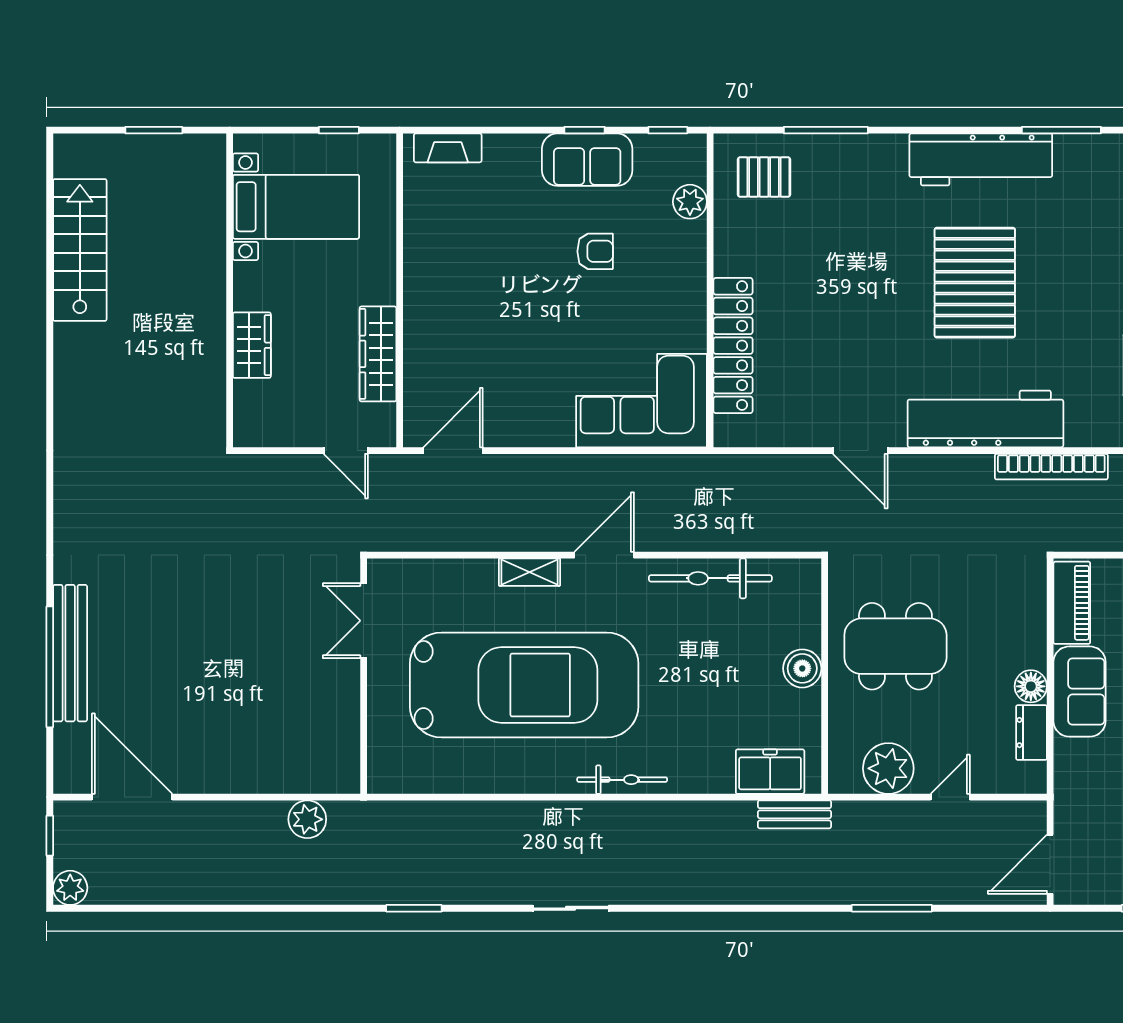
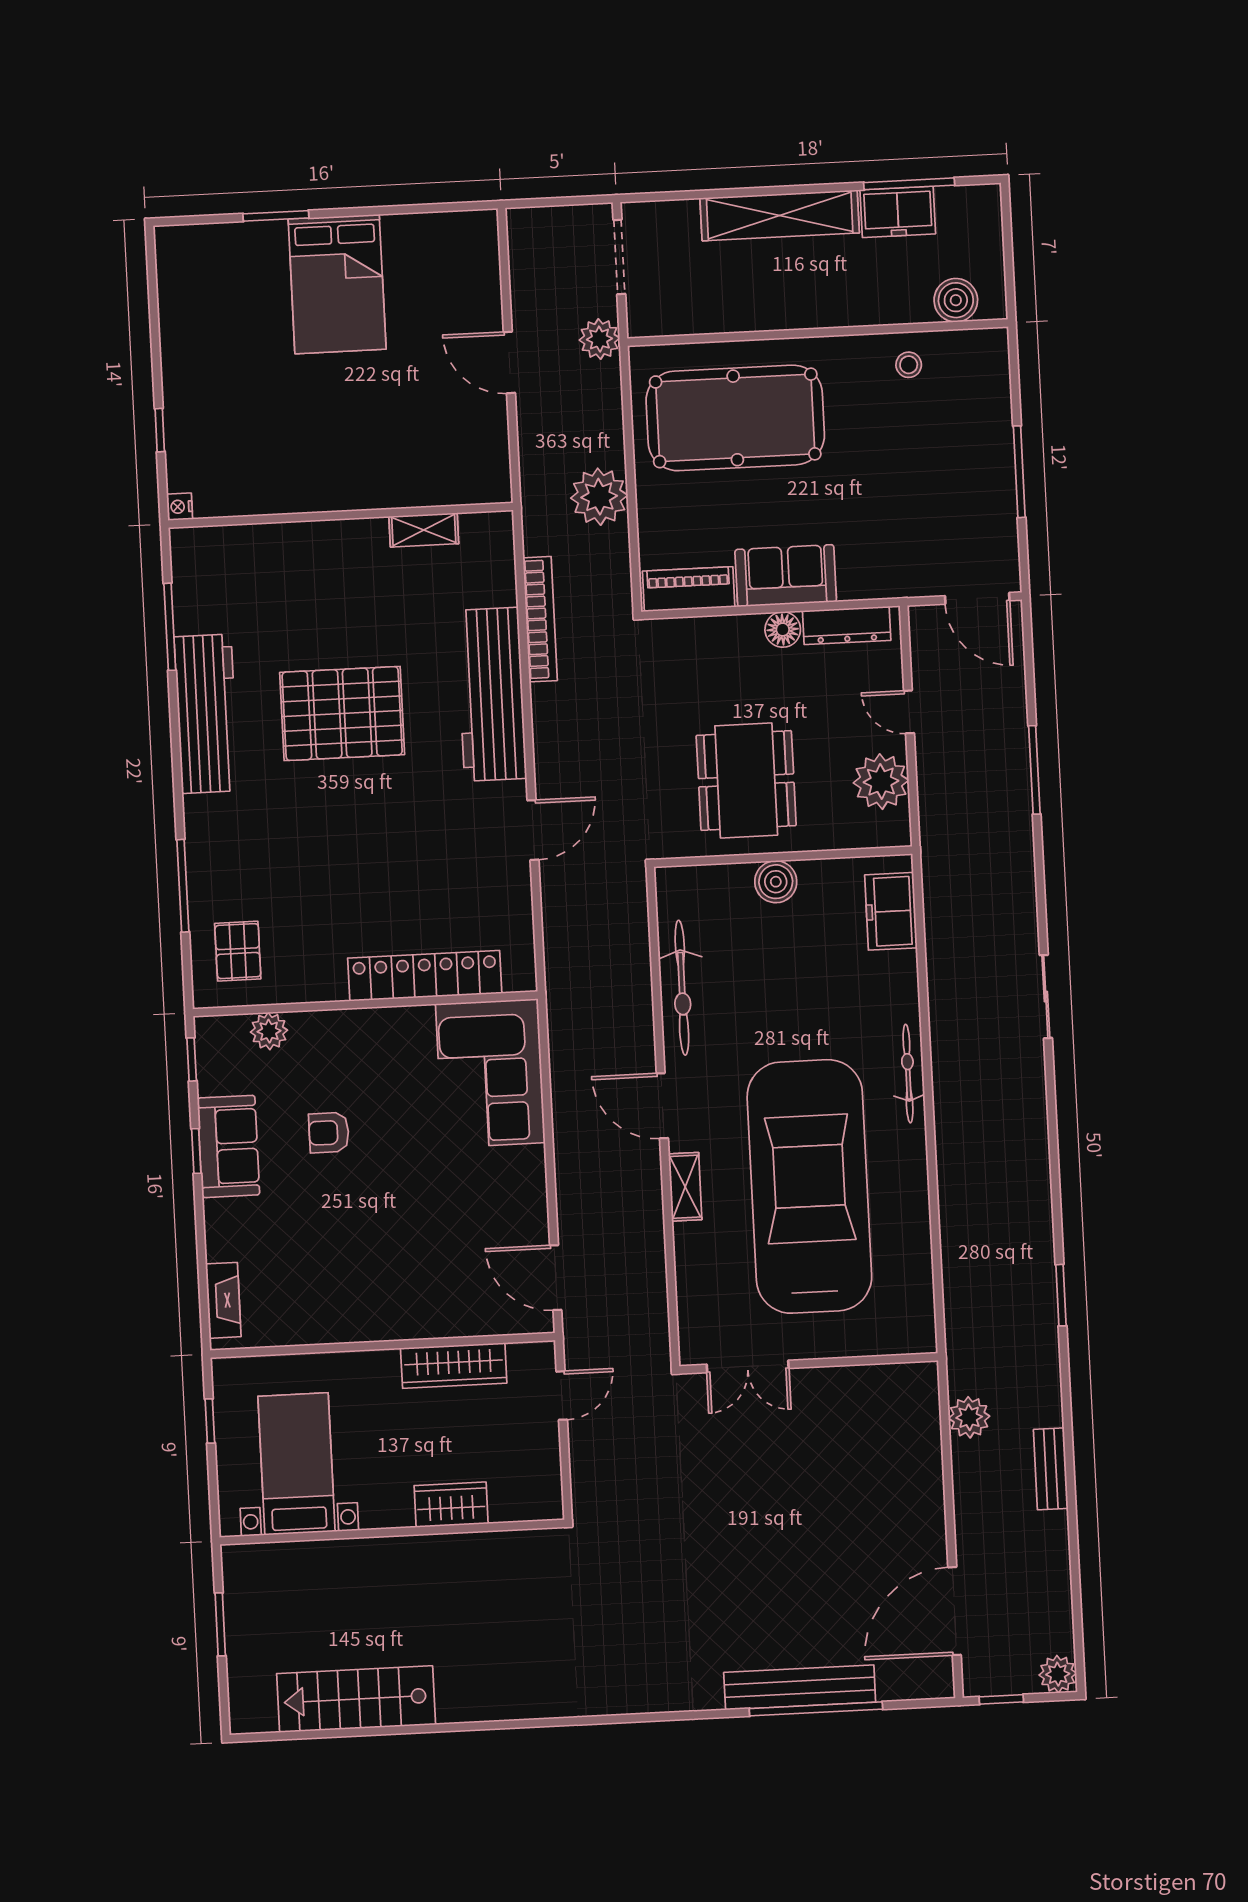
armchair: (595, 251) -> (329, 1133), turned -90
dresser: (1031, 733) -> (847, 626), width x1.44
bench: (794, 814) -> (1051, 1469), moved
sliding door: (571, 908) -> (1046, 997), moved

